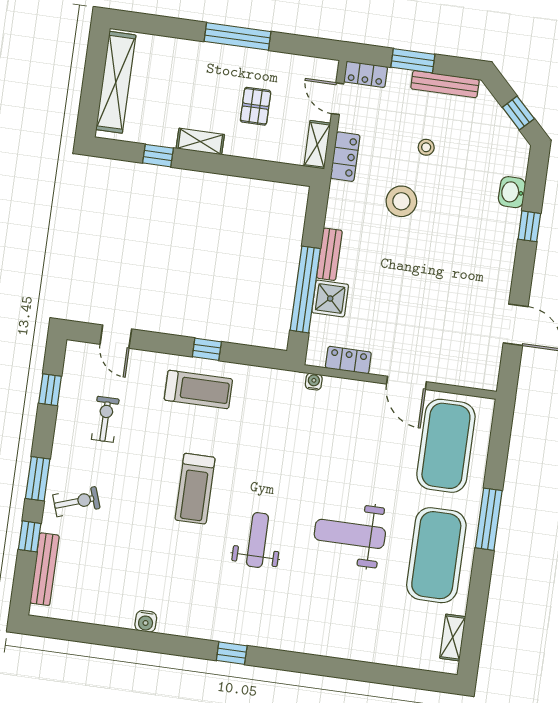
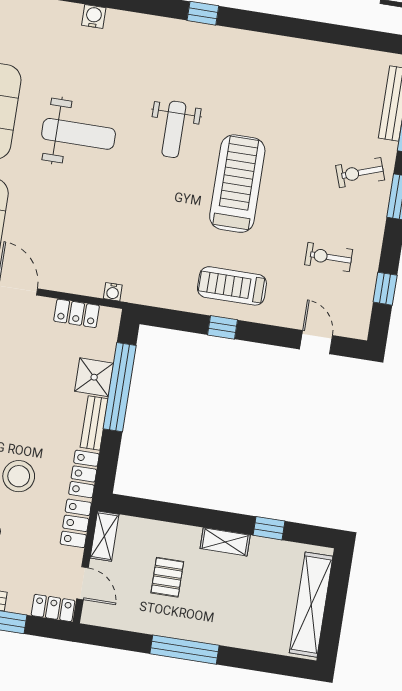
locker: (338, 205) -> (84, 474), added
exercise bike: (105, 419) -> (329, 257), turned 90
treadmill: (195, 489) -> (237, 184), width x1.37, depth x1.38
water cooler: (146, 621) -> (94, 16), moved

